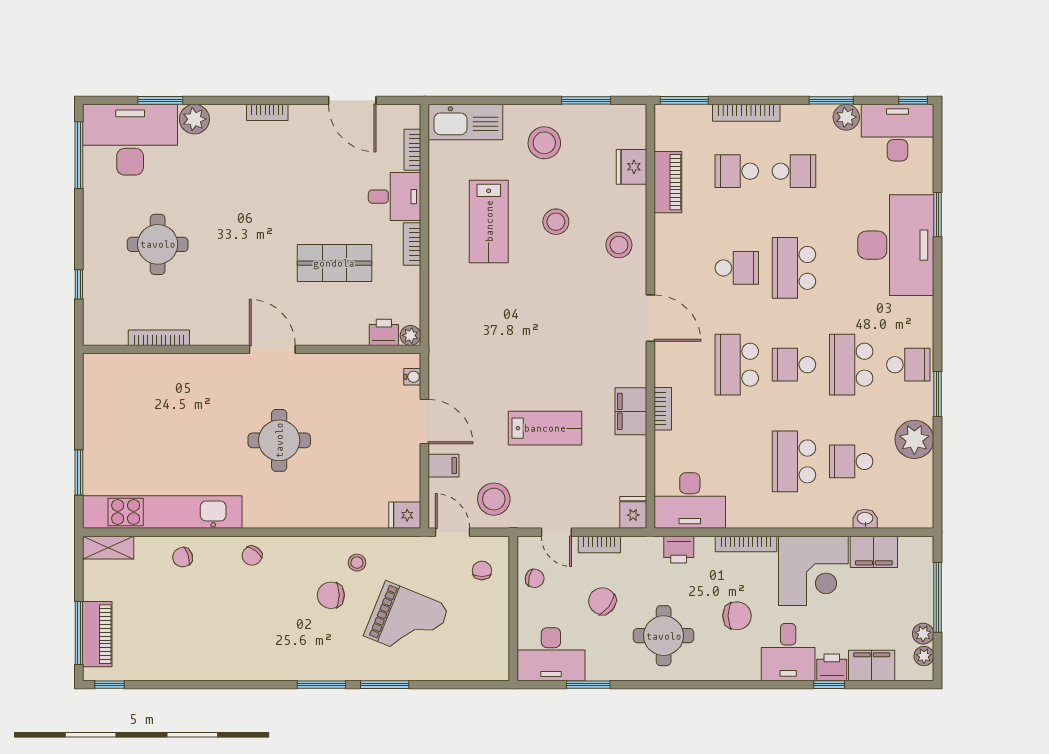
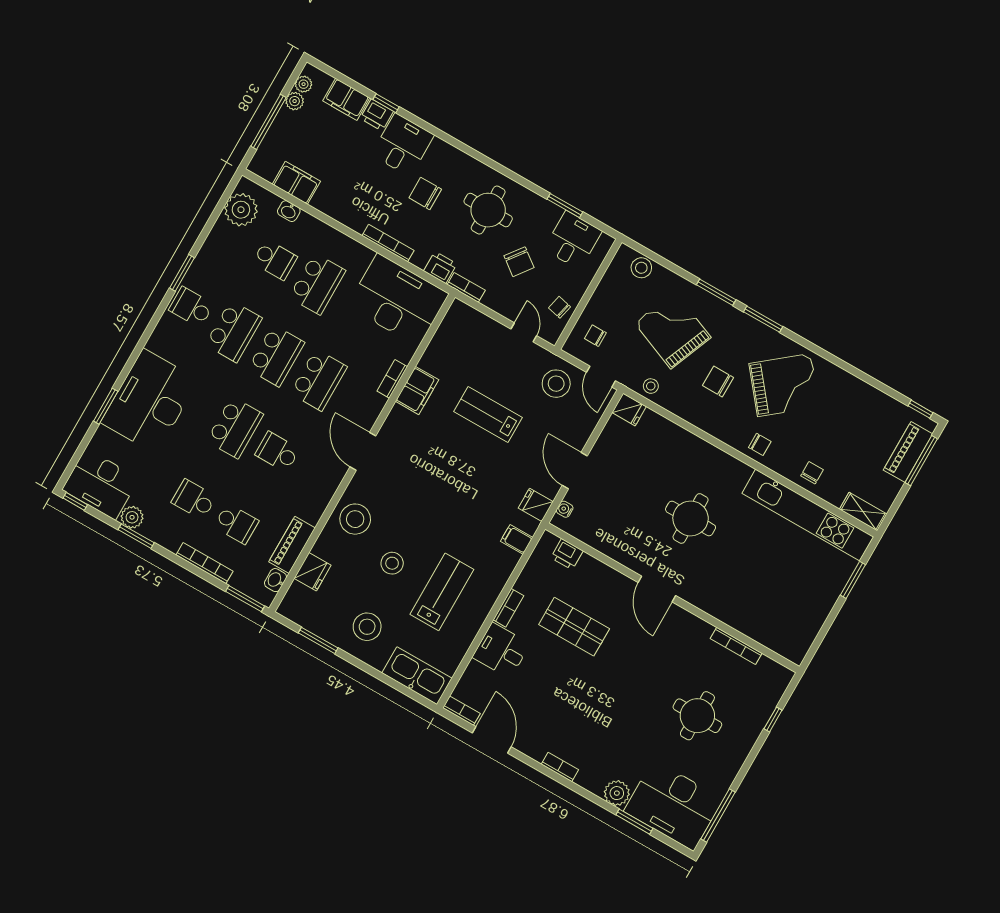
washbasin: (664, 137) -> (275, 580), added
bookcase: (412, 150) -> (461, 711), moved, turned -90
stool: (619, 245) -> (355, 519), width x1.38, depth x1.38
plant: (410, 335) -> (548, 541), removed
school desk: (794, 365) -> (276, 356), width x1.85
plant: (914, 439) -> (241, 210), moved
filing cabinet: (443, 466) -> (517, 539), moved
desk: (690, 500) -> (398, 300), width x1.36, depth x1.30
fridge: (633, 512) -> (536, 505), moved, turned 90
bookcase: (599, 544) -> (466, 287), moved
chair: (252, 556) -> (760, 444), turned 52
chair: (183, 557) -> (812, 473), turned -72
stool: (357, 563) -> (651, 386), moved
chair: (482, 570) -> (595, 336), turned 90
corner desk: (813, 571) -> (349, 194), removed
chair: (331, 595) -> (718, 381), turned 180
grand piano: (262, 630) -> (784, 385), added
desk: (551, 654) -> (573, 240), width x0.73
stool: (475, 666) -> (641, 268), added

